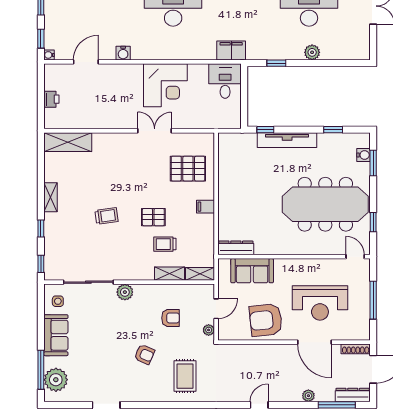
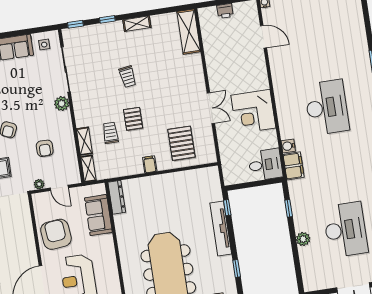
water cooler: (123, 53) -> (288, 146), moved

